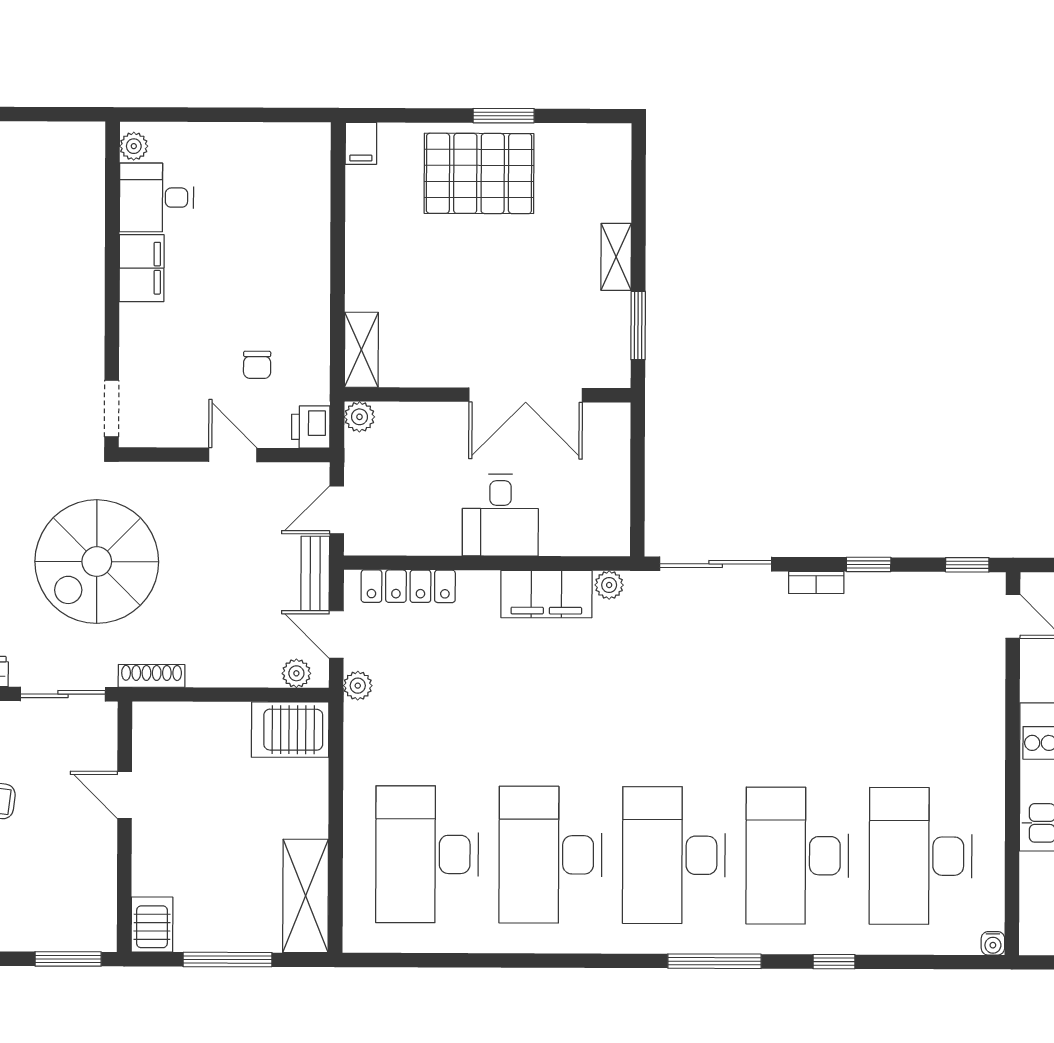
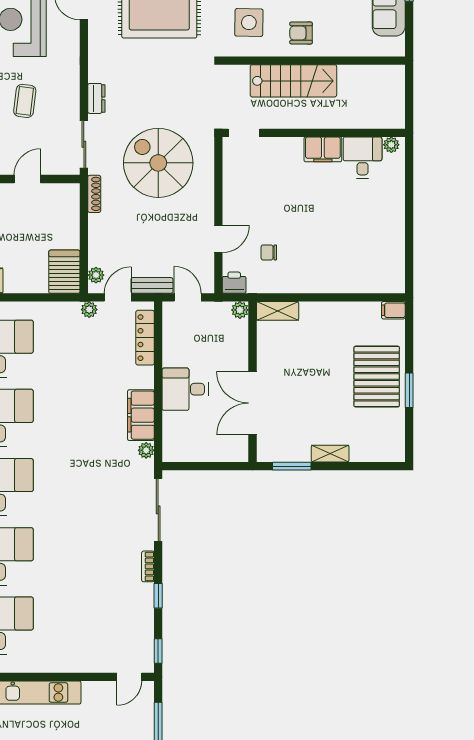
plant: (134, 146) -> (391, 145), moved
desk: (156, 197) -> (363, 158), moved
filing cabinet: (142, 268) -> (323, 149), moved
wall: (112, 284) -> (314, 133), moved
doorway: (112, 409) -> (244, 133), moved

